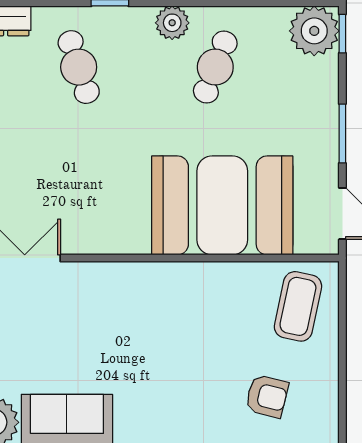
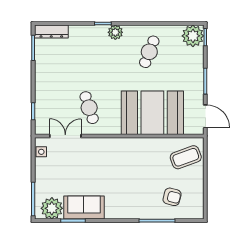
plant: (172, 23) -> (115, 32), moved
cafe table: (79, 67) -> (89, 108), moved
coffee table: (298, 306) -> (186, 157), turned 58

